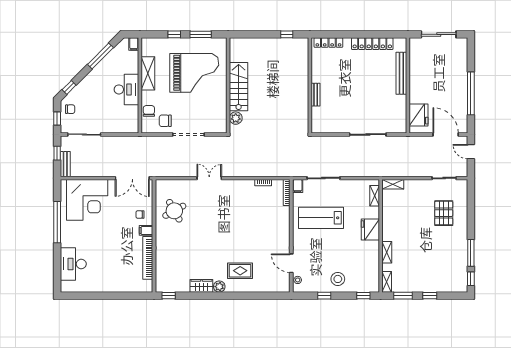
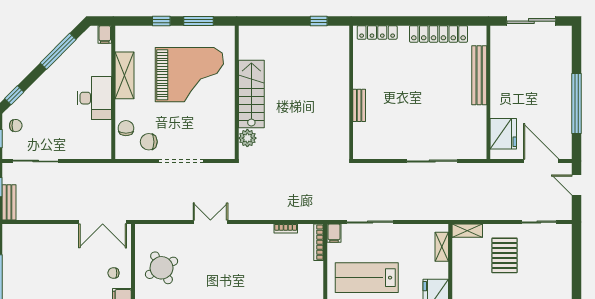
corner desk: (87, 200) -> (39, 252), removed
pallet: (444, 213) -> (504, 255), moved

